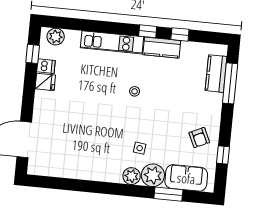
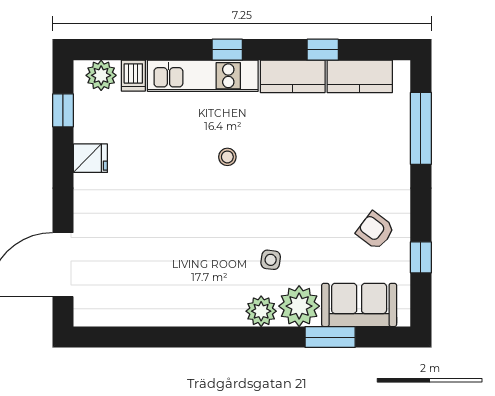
window: (148, 31) -> (227, 50), moved
dishwasher: (46, 66) -> (133, 76), moved, turned 90
kitchen counter: (216, 74) -> (360, 76), moved, turned -90
stool: (135, 91) -> (227, 157), moved
armchair: (199, 138) -> (375, 230), turned 152

